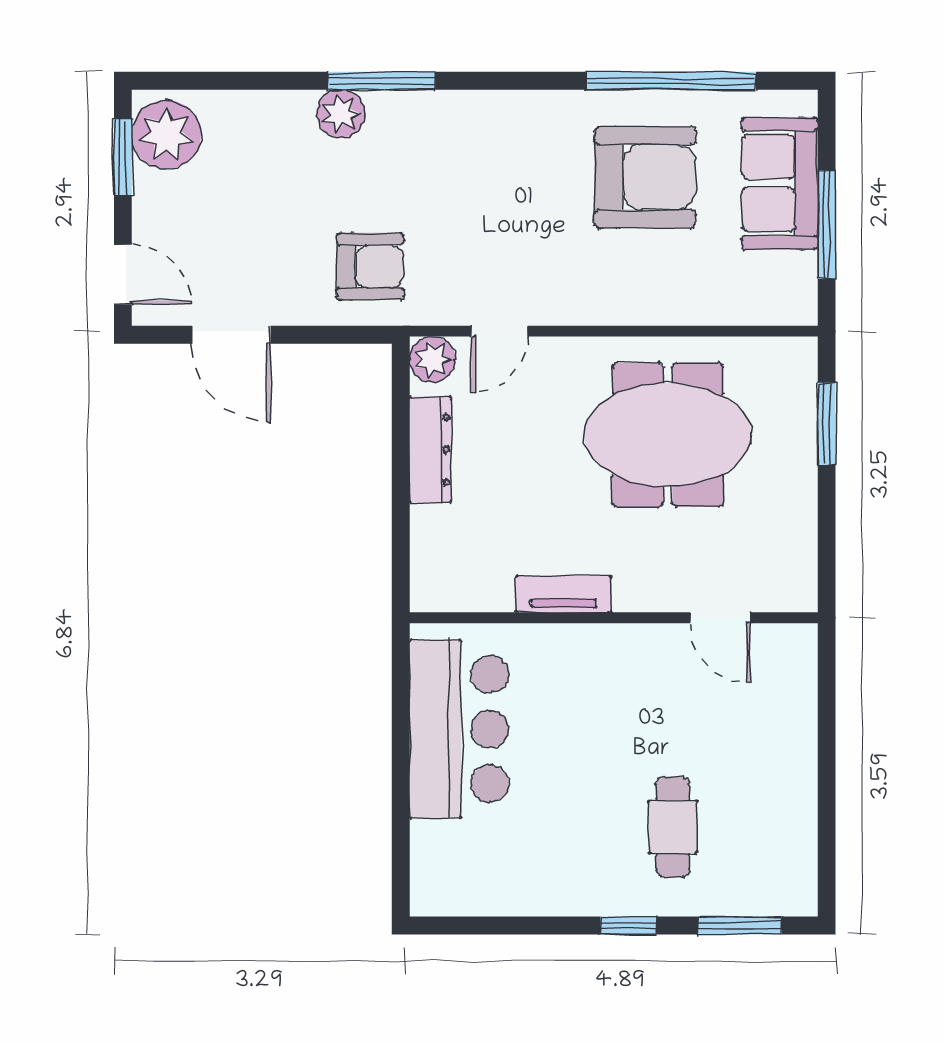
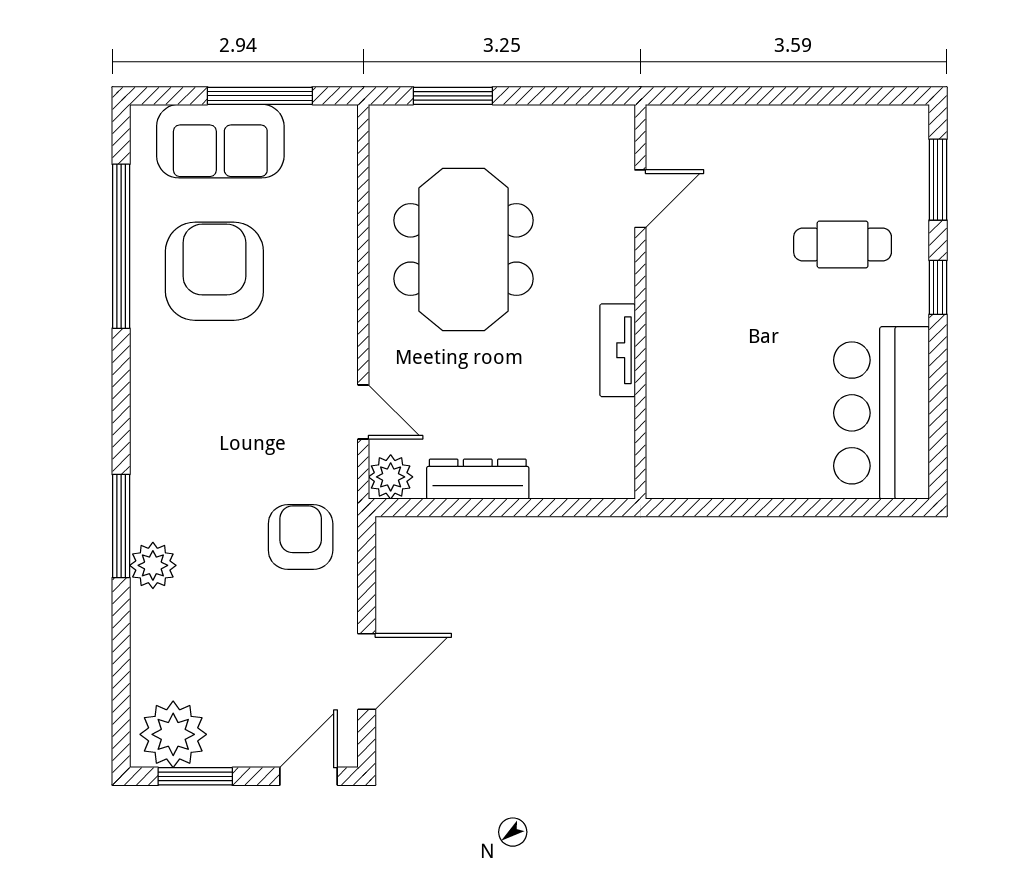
bar counter: (459, 729) -> (882, 413), moved, turned -90

